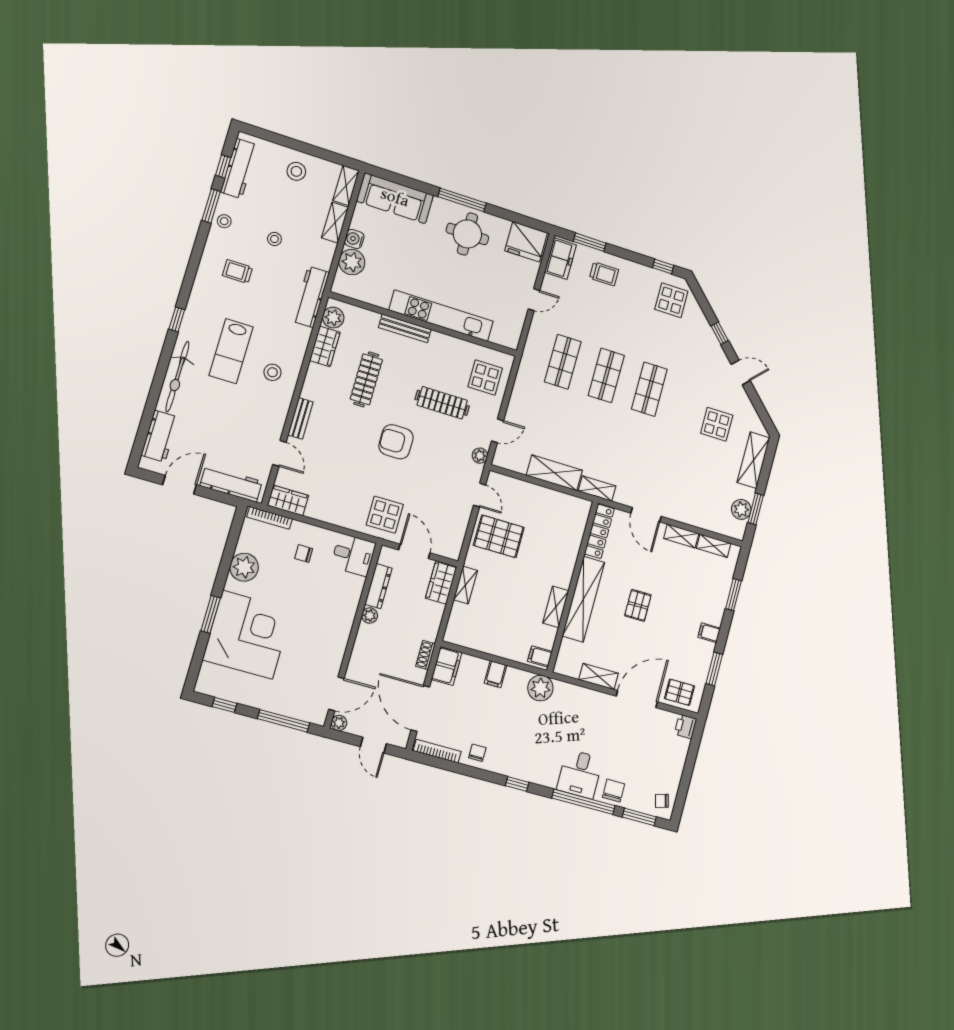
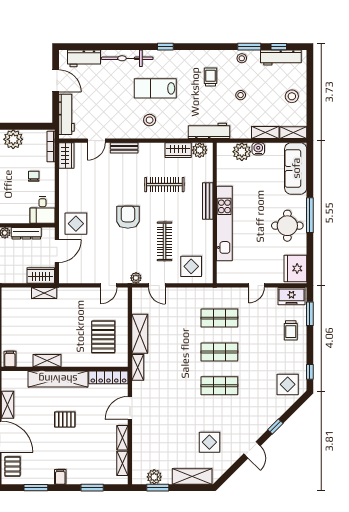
door: (534, 300) -> (256, 285), hinge flipped
pallet: (499, 536) -> (103, 337), moved

